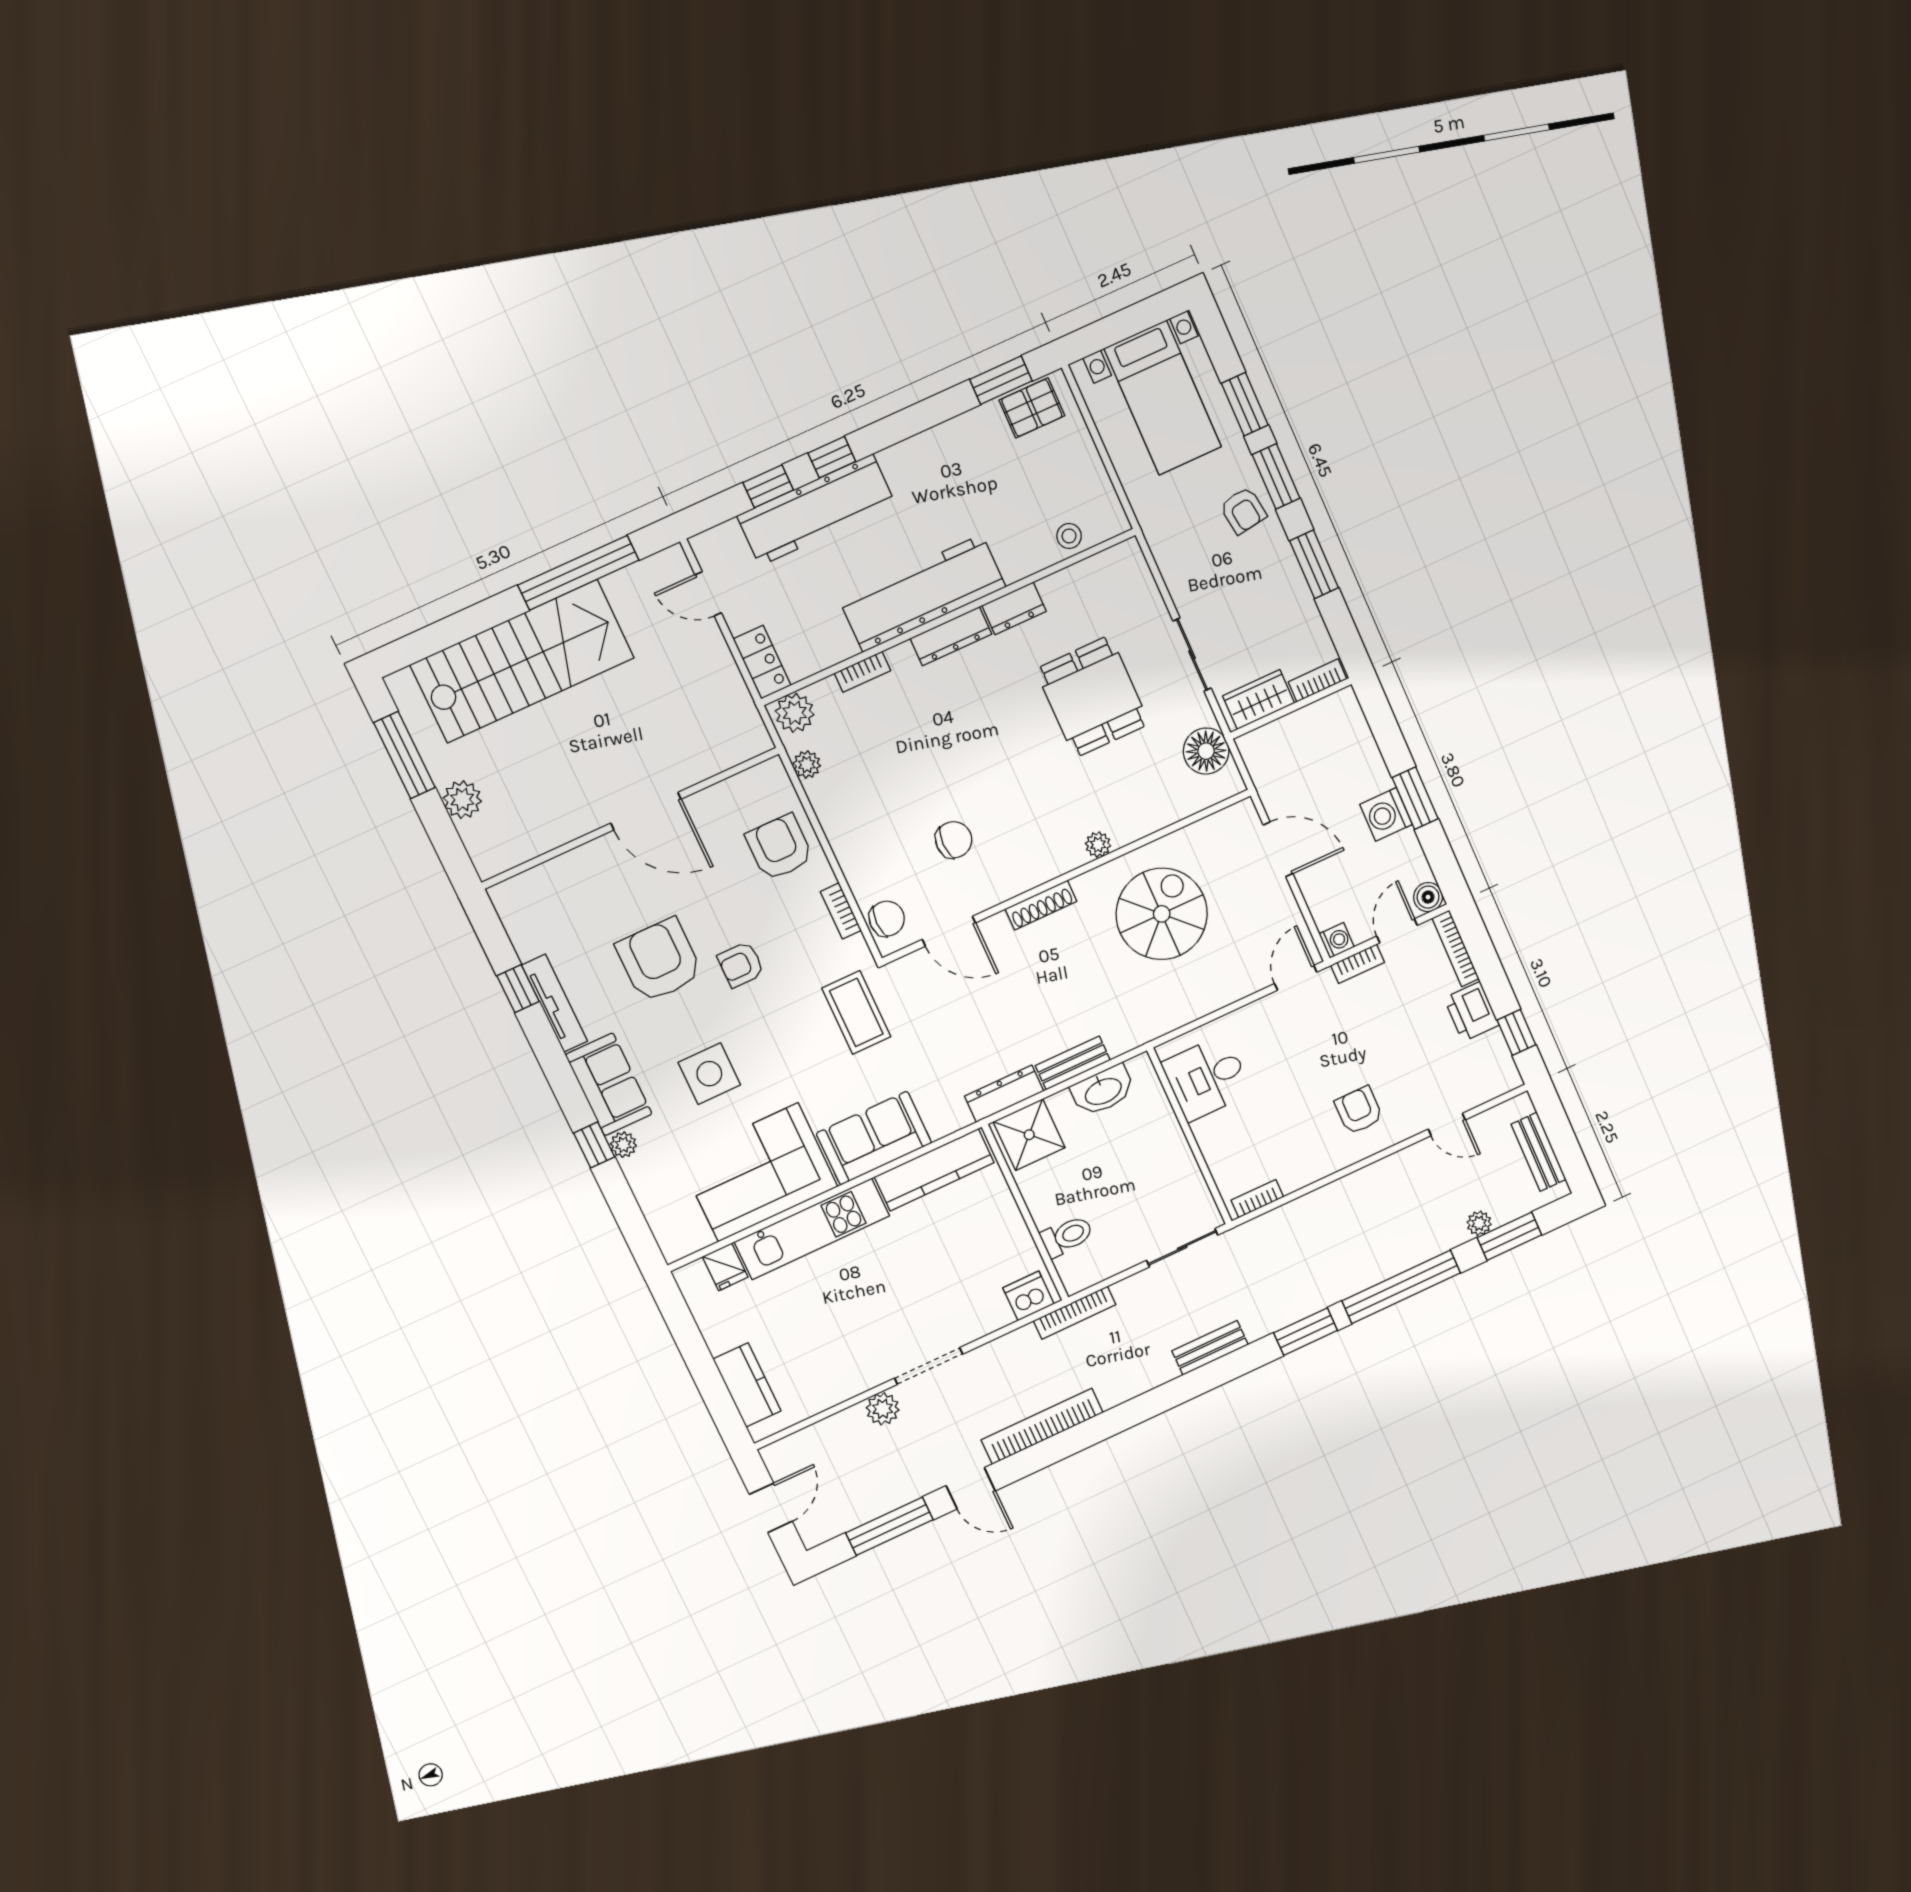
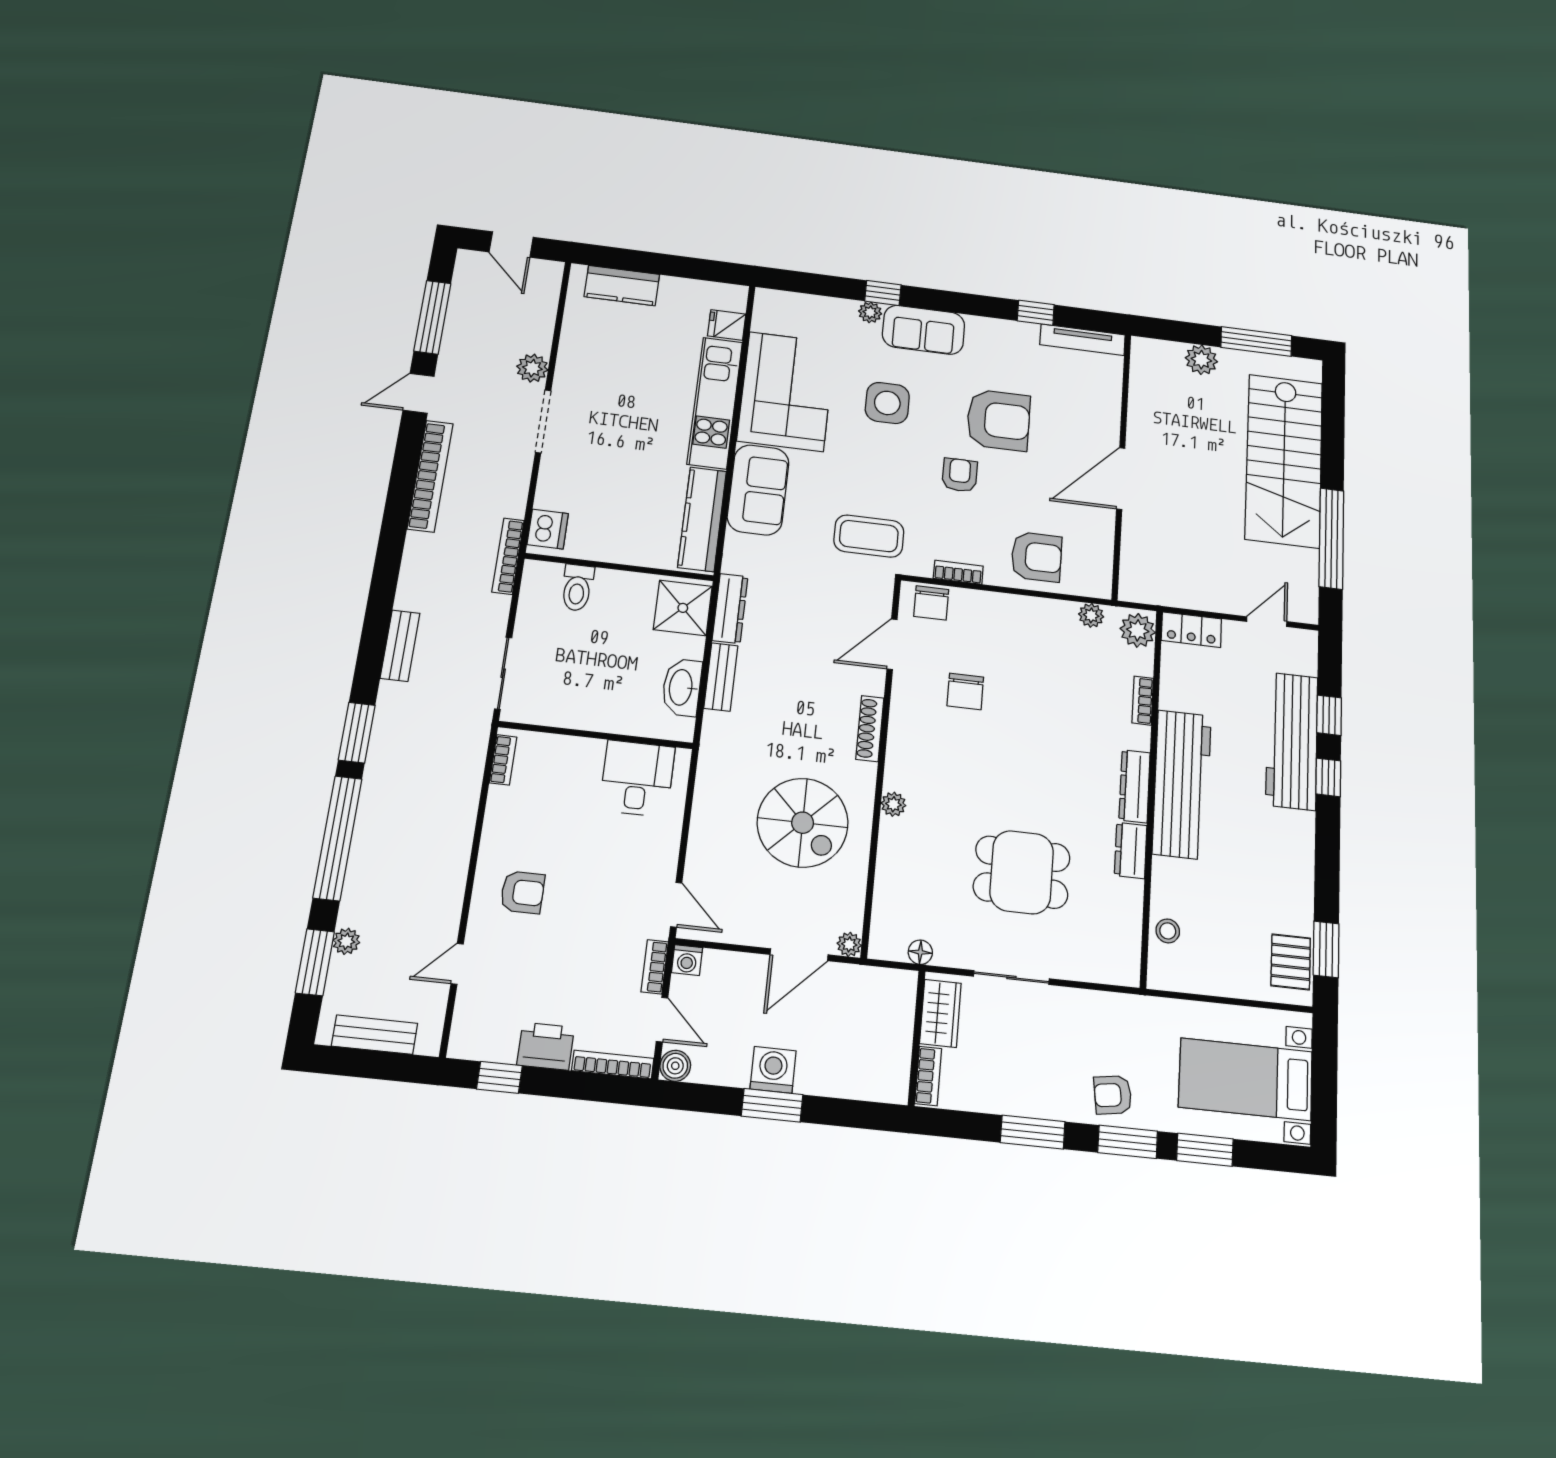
floor lamp: (1206, 751) -> (920, 952), width x0.53, depth x0.53
plant: (1245, 812) -> (849, 944), added
tv unit: (555, 1003) -> (1083, 340), moved

